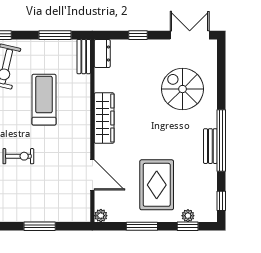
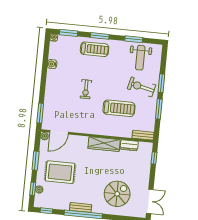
window: (55, 35) -> (159, 109), moved
window: (138, 35) -> (154, 158), moved
dresser: (102, 53) -> (129, 145), moved
door: (92, 175) -> (59, 132), moved
window: (40, 226) -> (40, 113), moved

